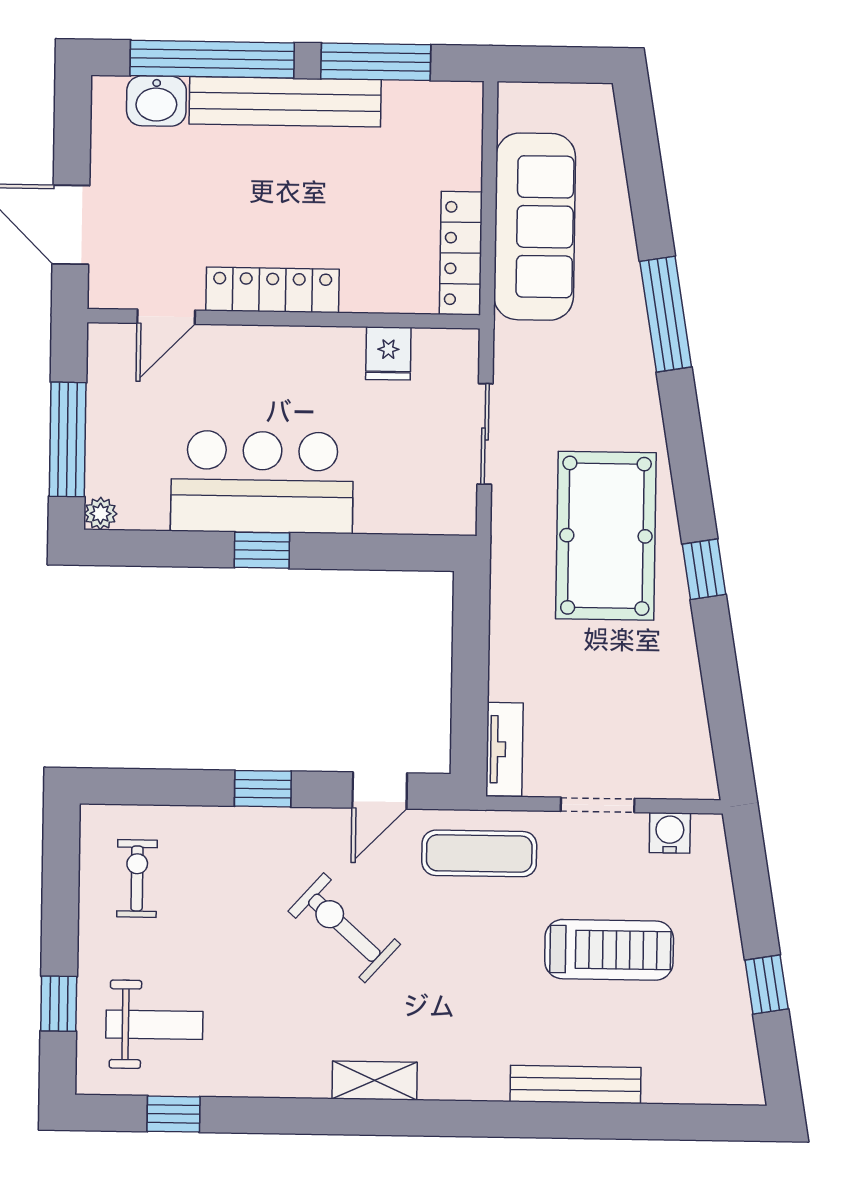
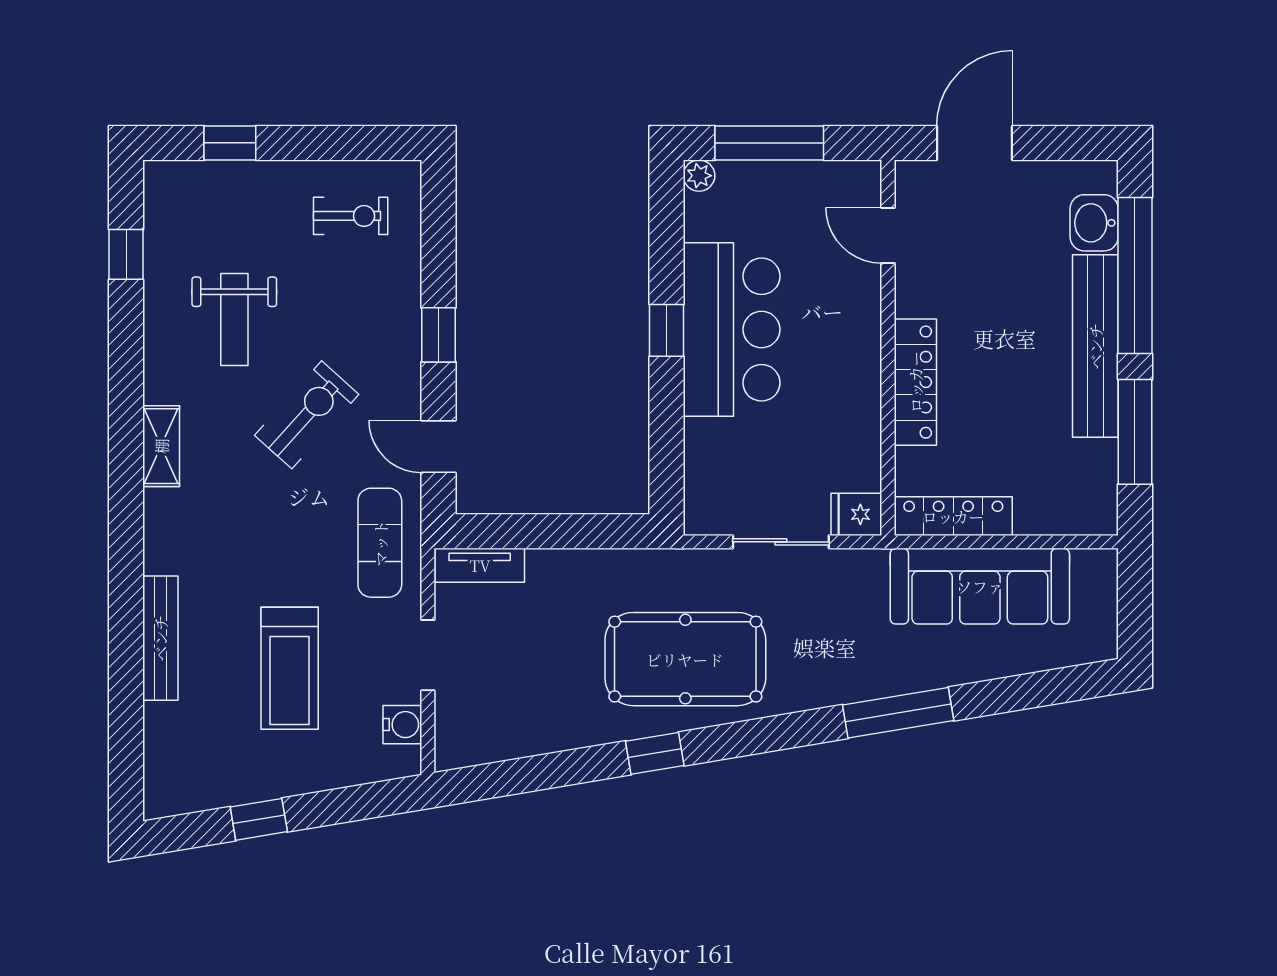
locker: (273, 290) -> (915, 382), moved
fridge: (388, 353) -> (856, 514), moved
weight bench: (154, 1025) -> (234, 319), moved

